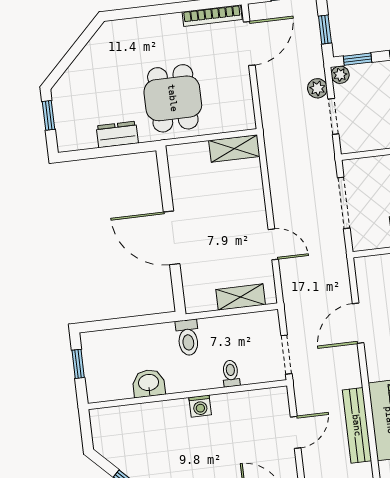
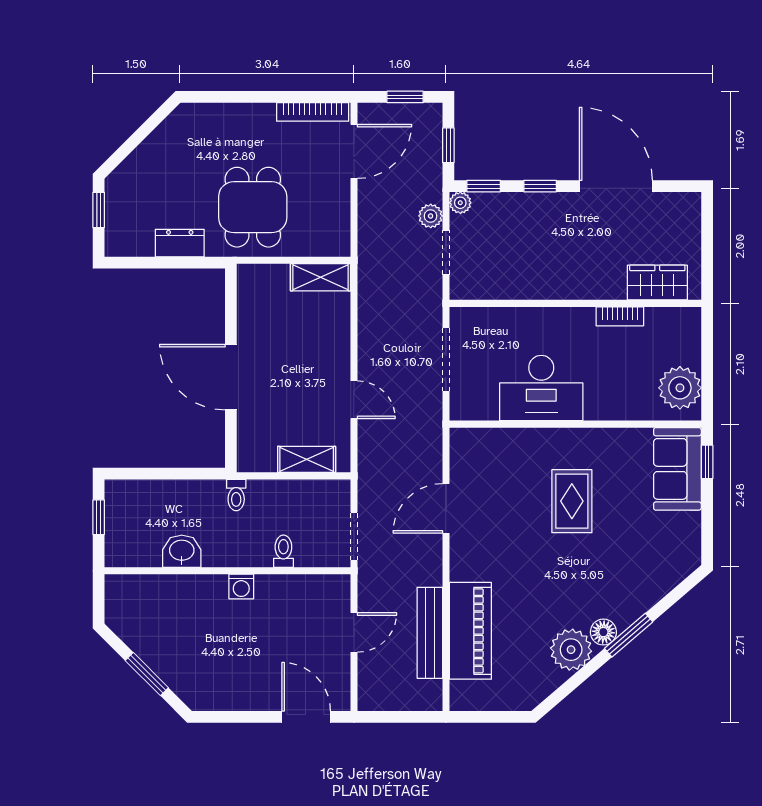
toilet: (188, 338) -> (236, 495), width x0.73, depth x0.72

